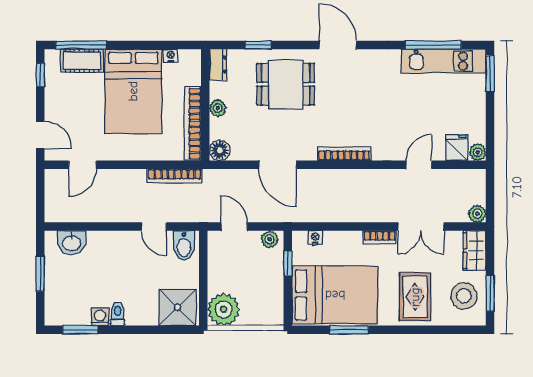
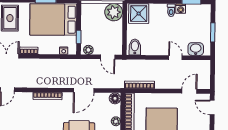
door: (278, 165) -> (84, 90), swing flipped
door: (154, 227) -> (175, 58), moved

